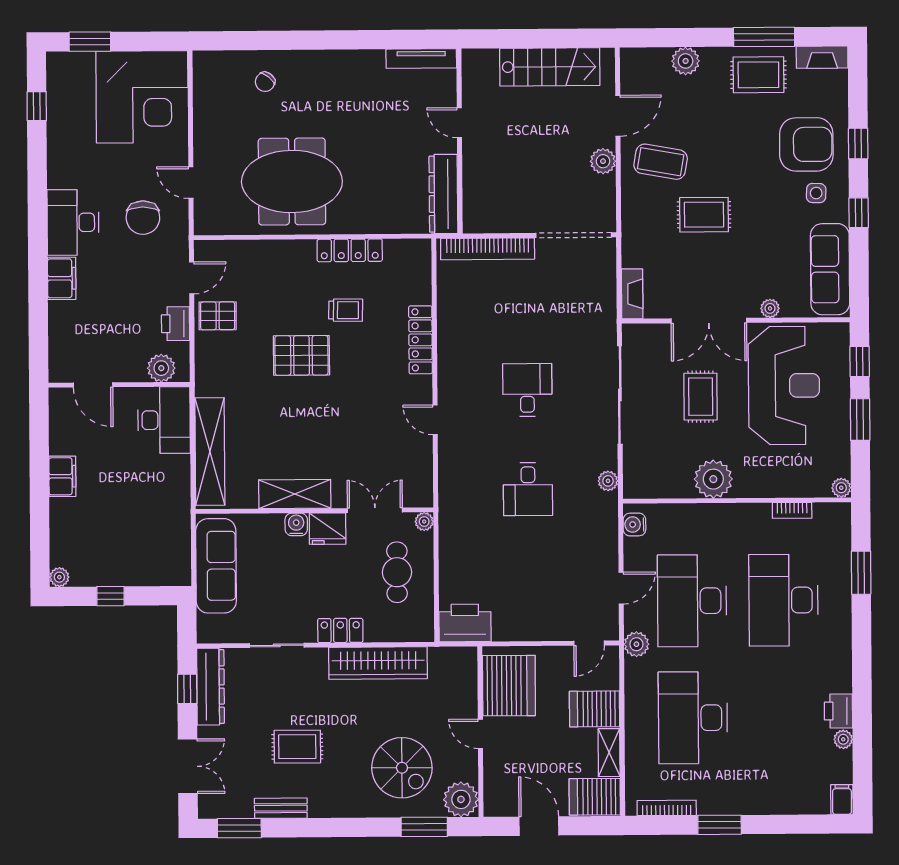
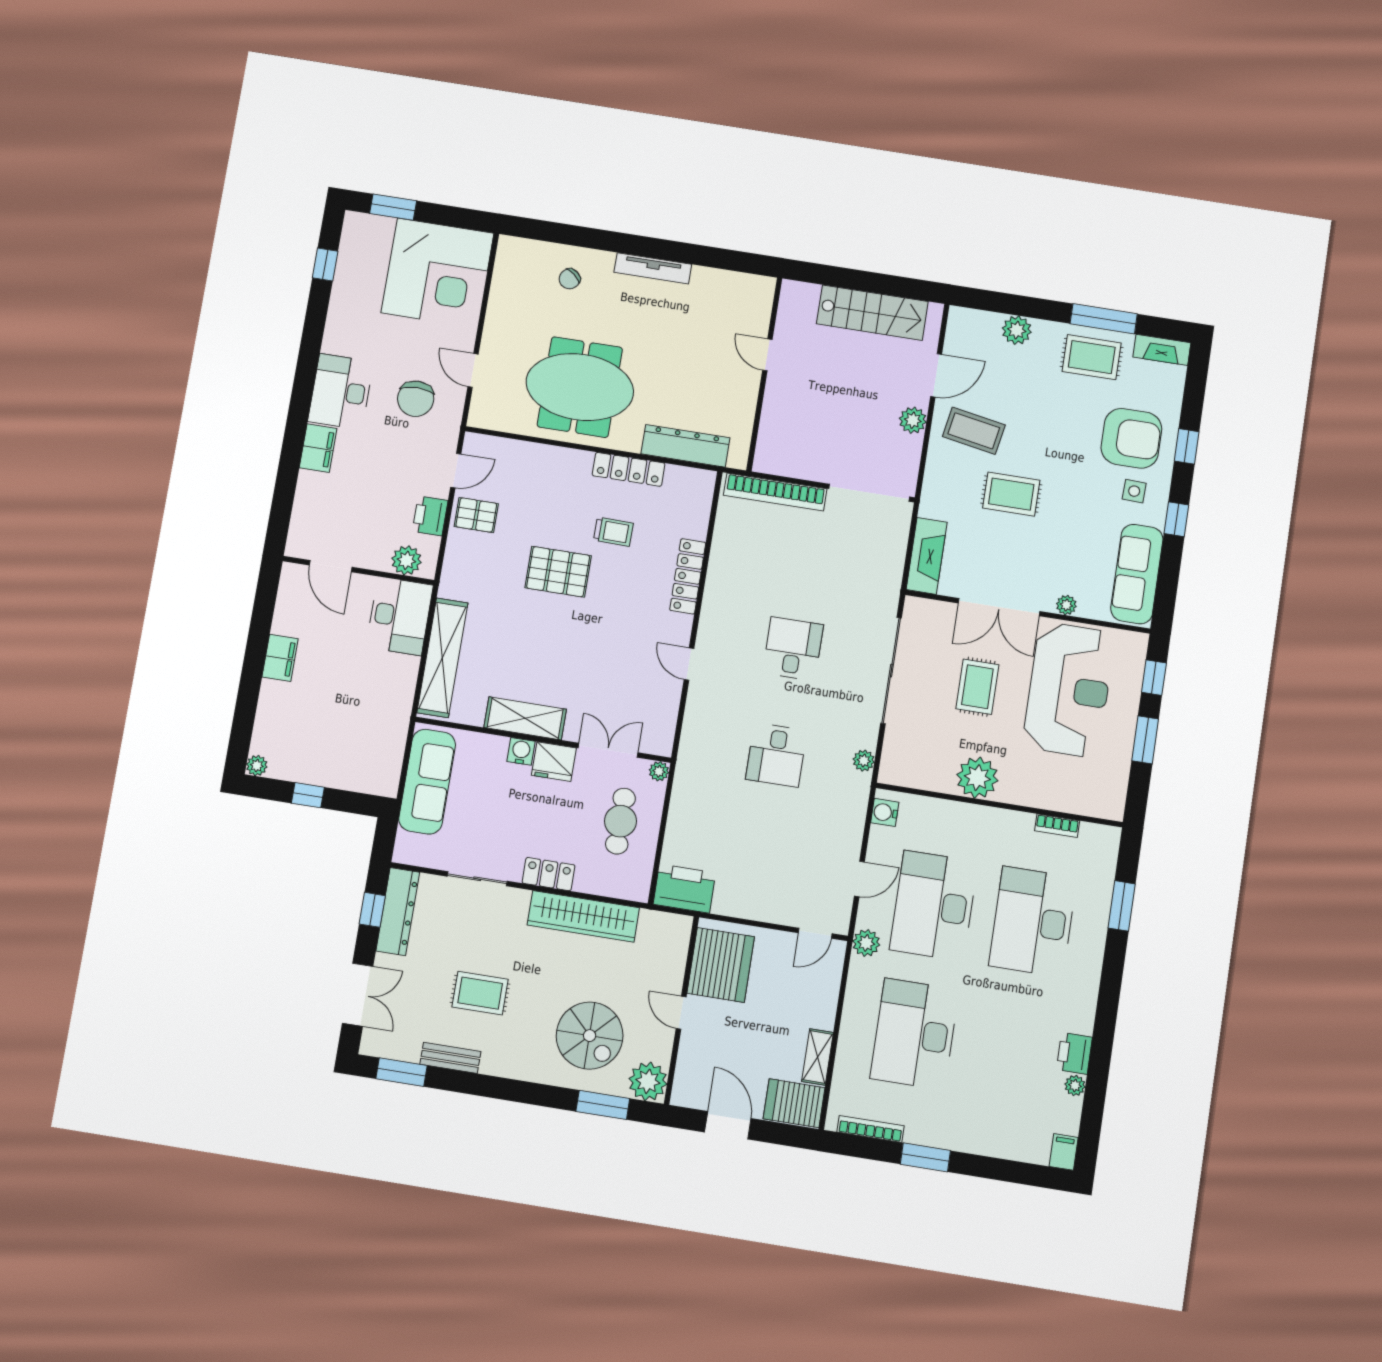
tv unit: (421, 58) -> (653, 268), moved
dresser: (443, 194) -> (685, 446), moved, turned 90
fireplace: (632, 294) -> (927, 556), width x1.37, depth x1.32
plant: (841, 488) -> (1114, 810), removed
server rack: (595, 709) -> (809, 1006), removed

